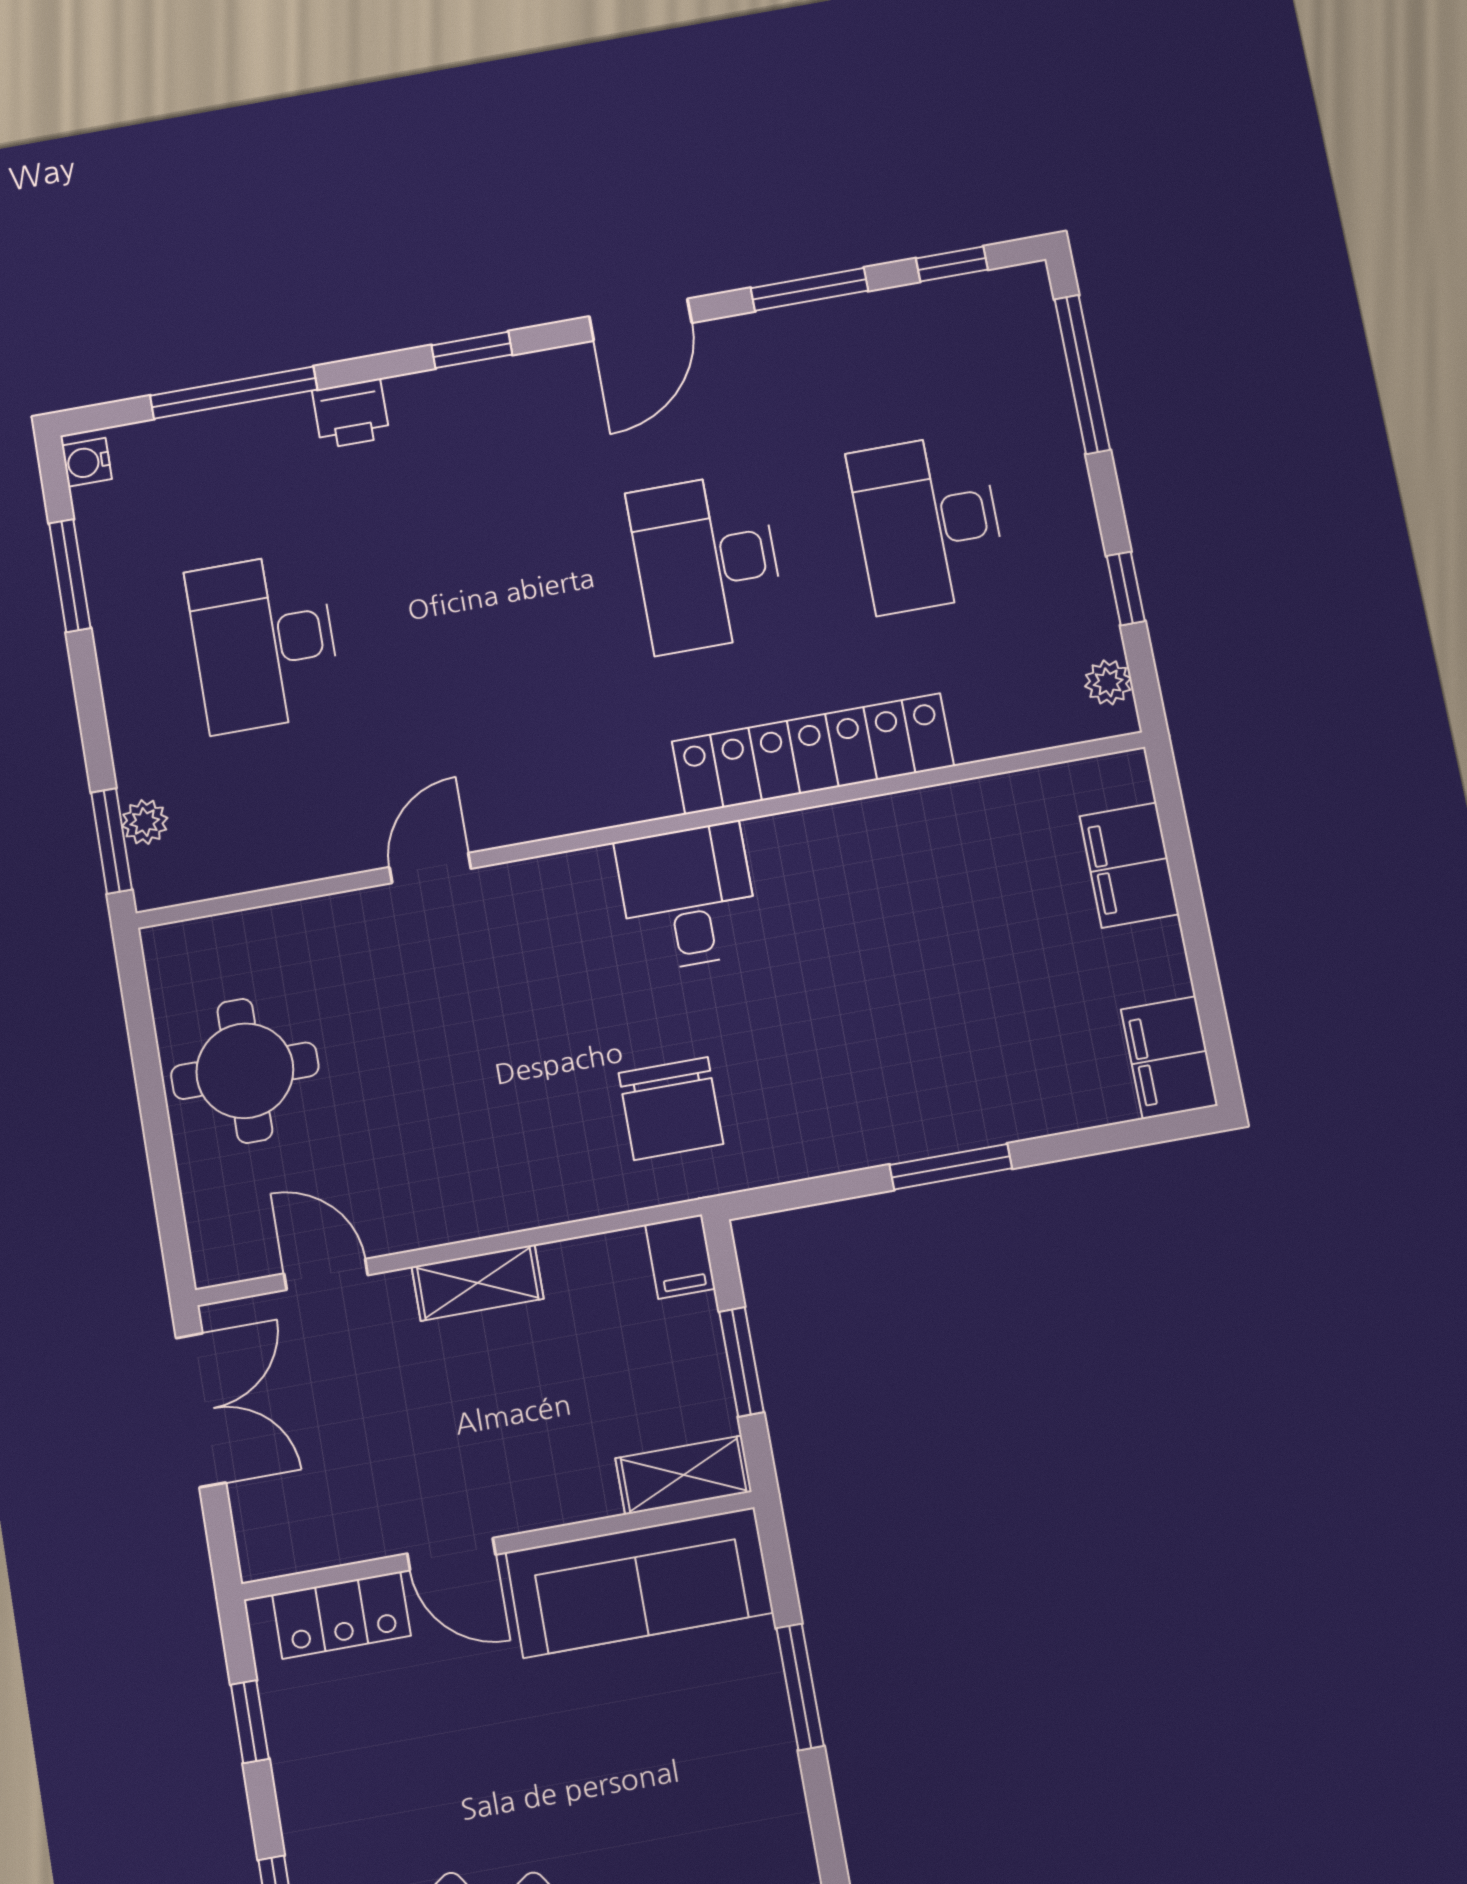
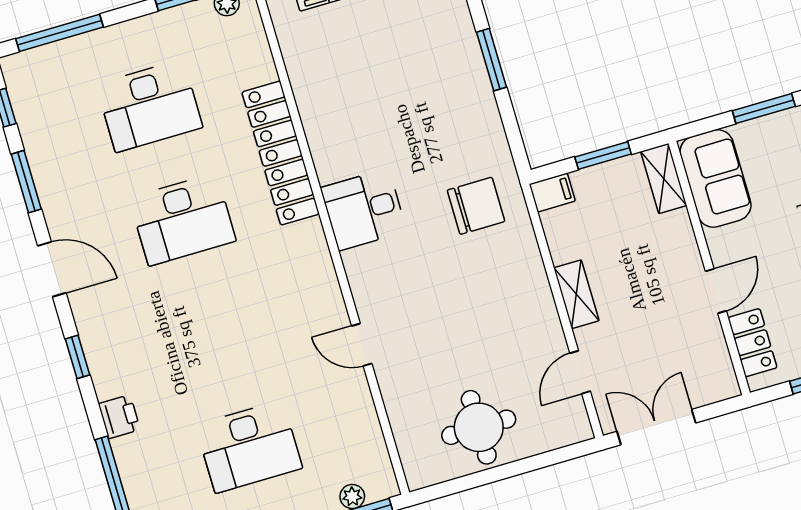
sofa: (639, 1582) -> (715, 178), width x0.73

